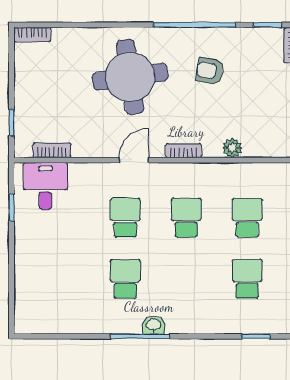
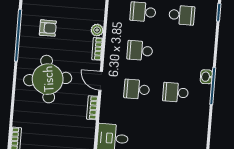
armchair: (210, 71) -> (48, 28), turned -99
plant: (232, 148) -> (97, 30), moved
bookcase: (52, 150) -> (92, 108), moved
school desk: (247, 279) -> (182, 15), turned 180

